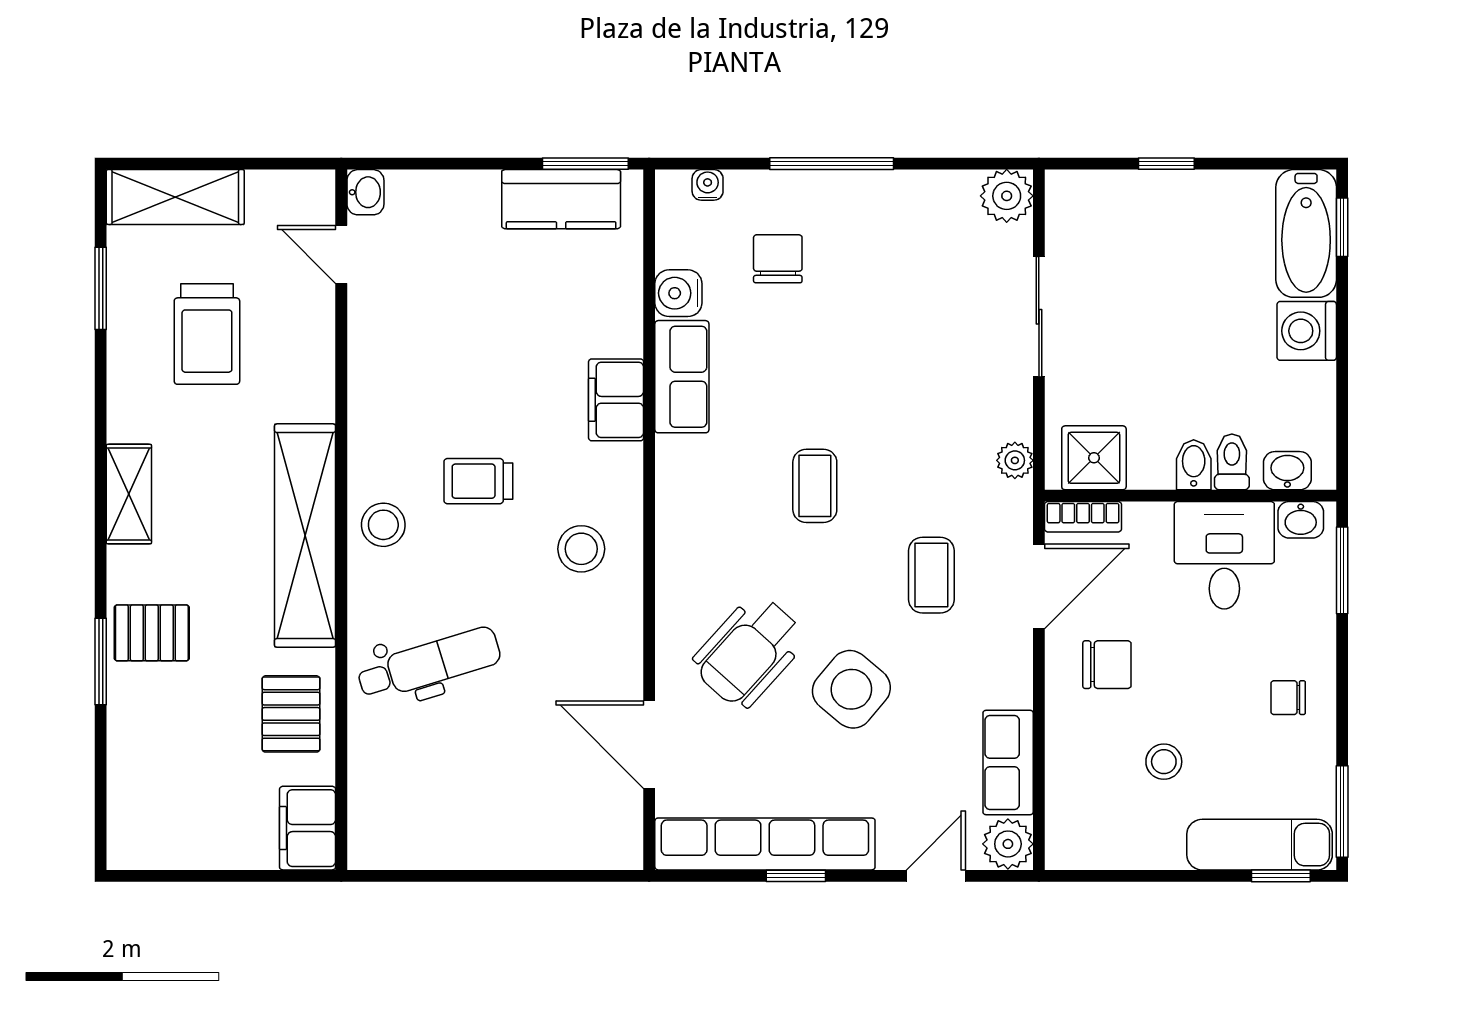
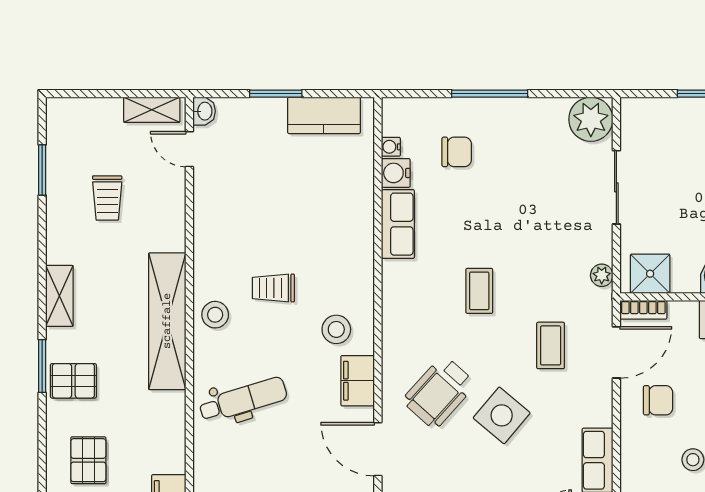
window: (585, 164) -> (276, 94), moved
water cooler: (708, 185) -> (391, 147), moved, turned -90
plant: (1007, 196) -> (591, 119), width x1.36, depth x1.36
shelving: (175, 197) -> (152, 110), moved, width x0.67, depth x0.75
chair: (778, 259) -> (457, 152), turned 90
trolley: (207, 334) -> (107, 198), width x0.73, depth x0.72
filing cabinet: (616, 400) -> (358, 381), moved
window: (101, 661) -> (42, 366), moved
pallet: (291, 714) -> (88, 460), moved

